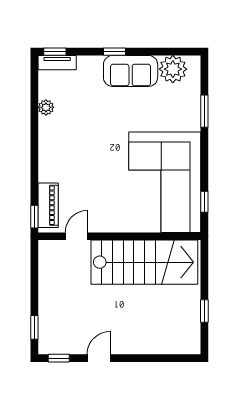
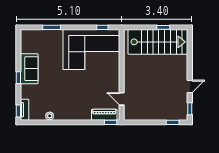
plant: (173, 69) -> (28, 45), removed
stairs: (144, 262) -> (158, 42), moved, turned 90
door: (99, 358) -> (190, 87), swing flipped

